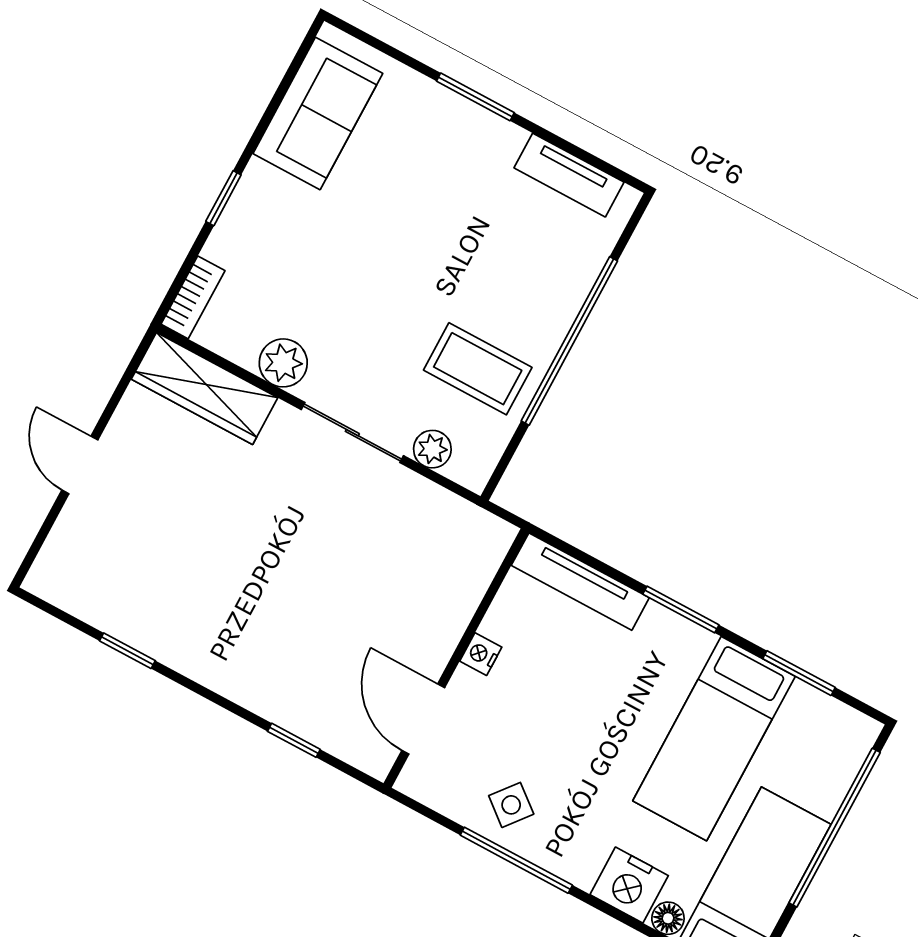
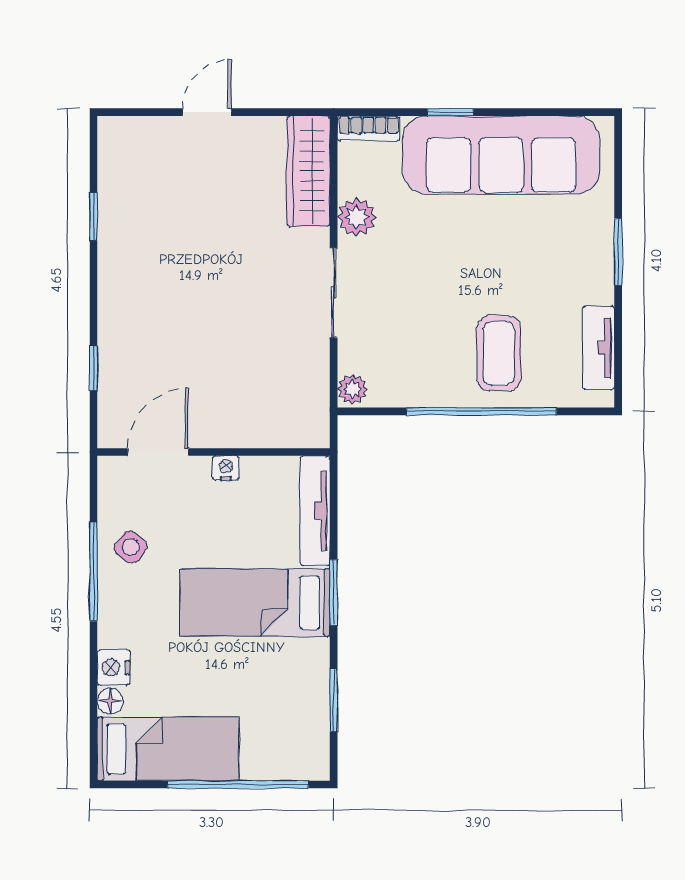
sofa: (318, 113) -> (501, 155), width x1.85, depth x1.27
coffee table: (478, 369) -> (499, 353), moved
plant: (432, 449) -> (352, 389), moved
bed: (714, 739) -> (255, 603), moved
nightstand: (629, 885) -> (114, 667), width x0.74, depth x0.75

